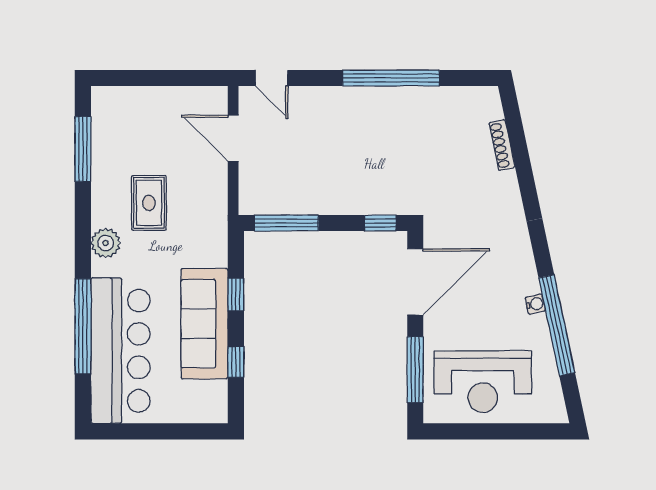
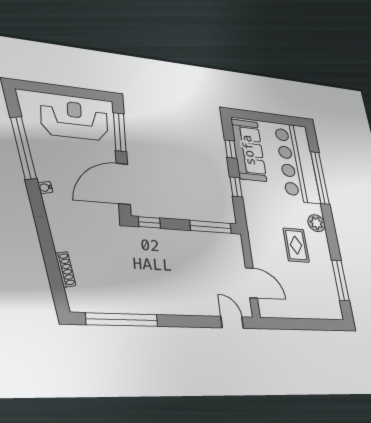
window: (391, 78) -> (122, 320), moved
water cooler: (535, 304) -> (45, 187), moved
sofa: (204, 324) -> (249, 150), moved

